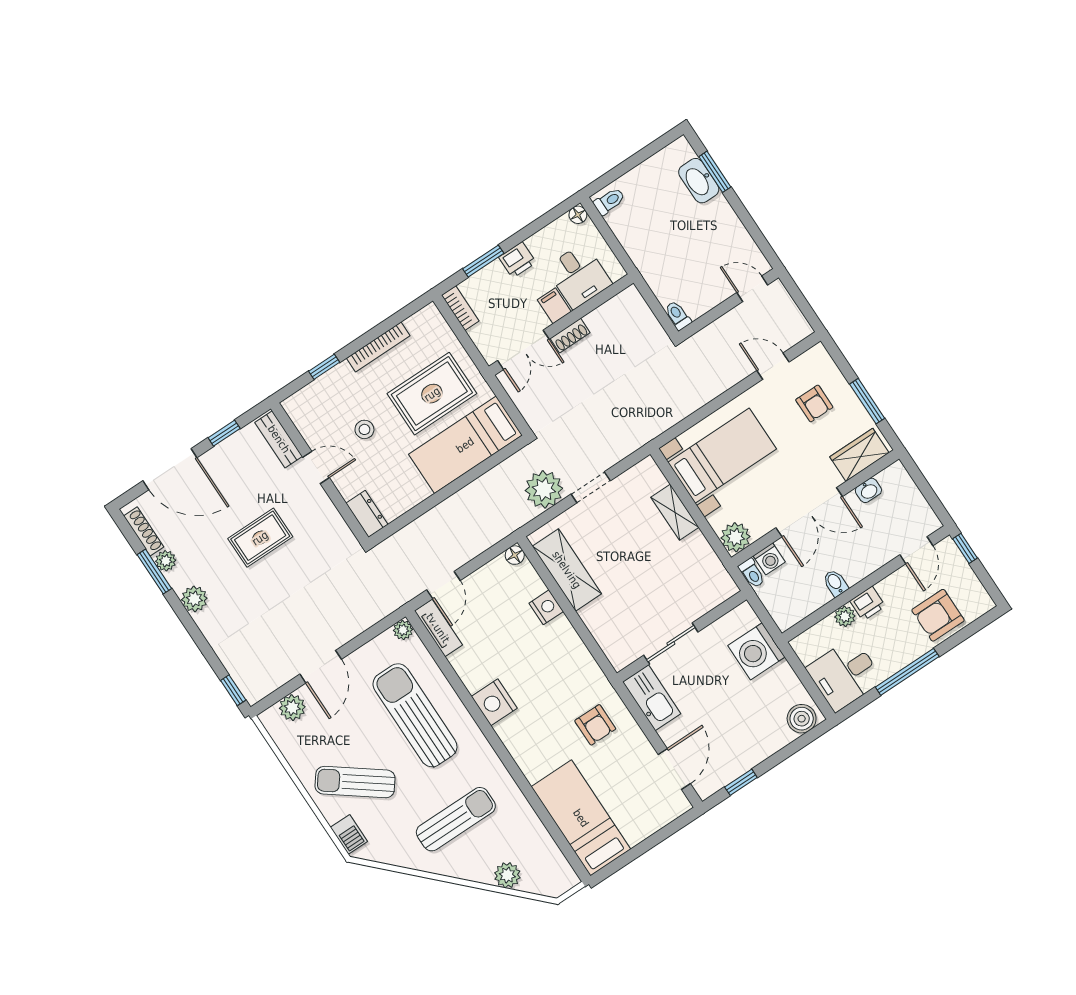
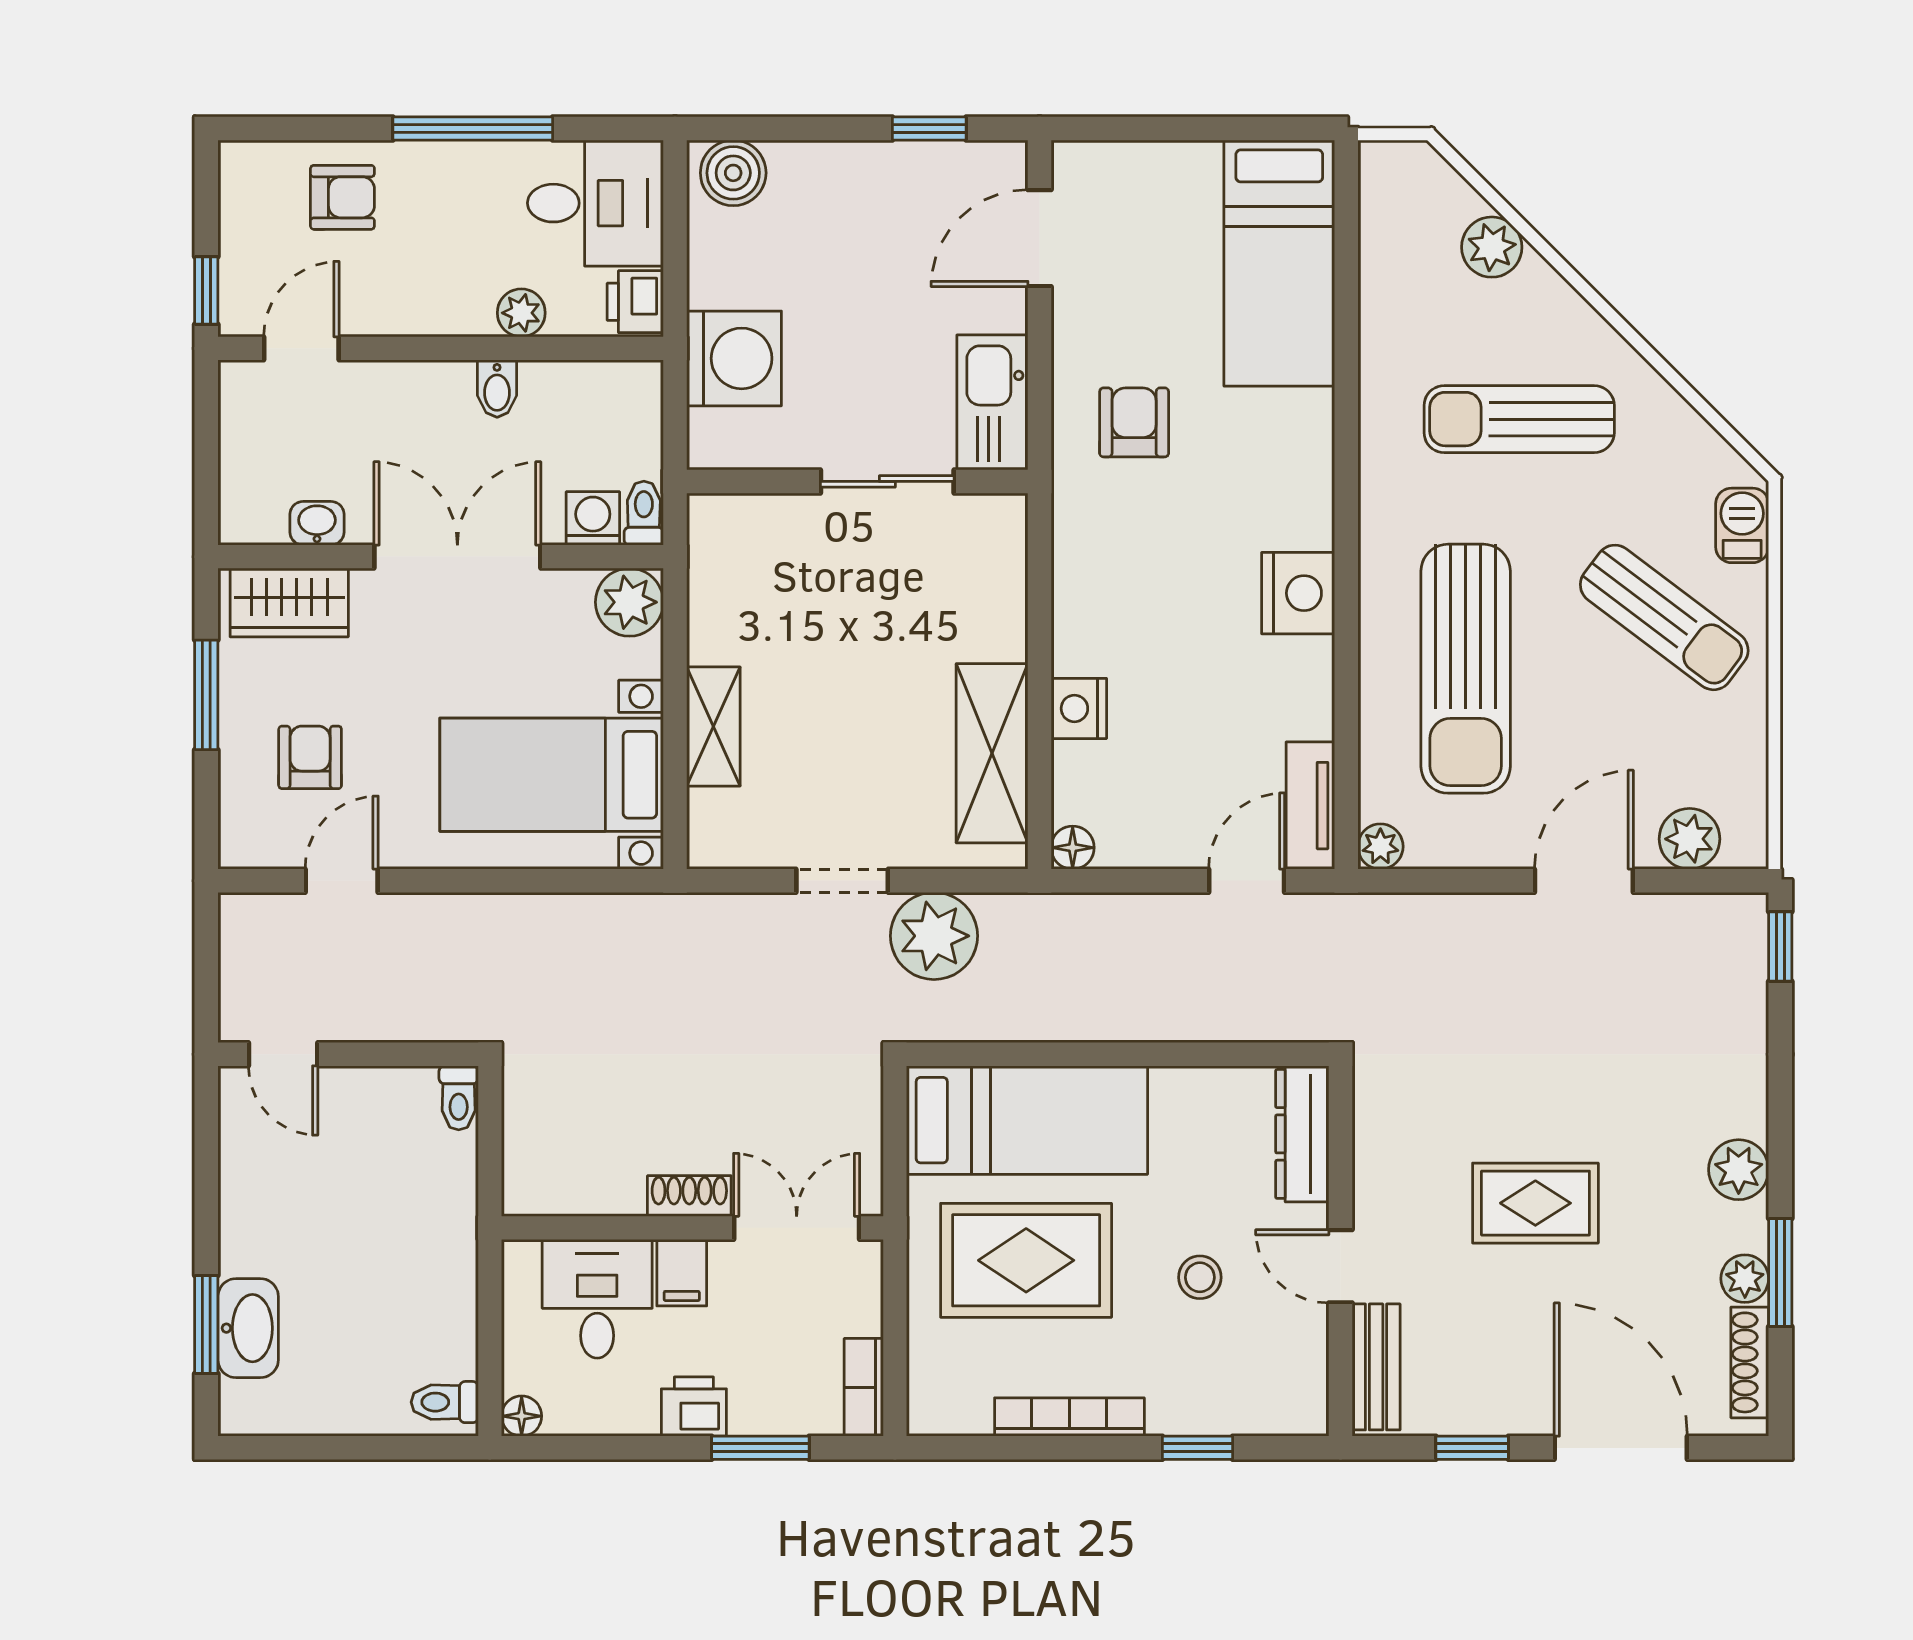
door: (773, 366) -> (342, 881), swing flipped
dresser: (367, 514) -> (1302, 1134), width x1.44
printer: (868, 604) -> (635, 302), moved, turned -90
armchair: (938, 615) -> (342, 197), width x0.72, depth x0.72

